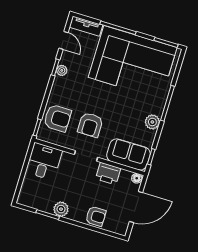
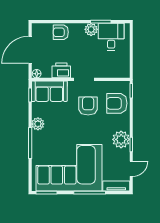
door: (64, 40) -> (131, 169), swing flipped
plant: (62, 70) -> (121, 139), width x1.87, depth x1.87
desk: (44, 161) -> (111, 37), moved, turned 180

